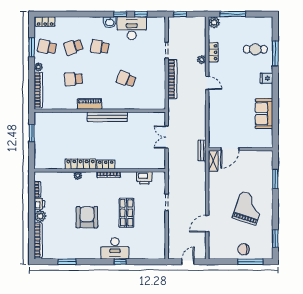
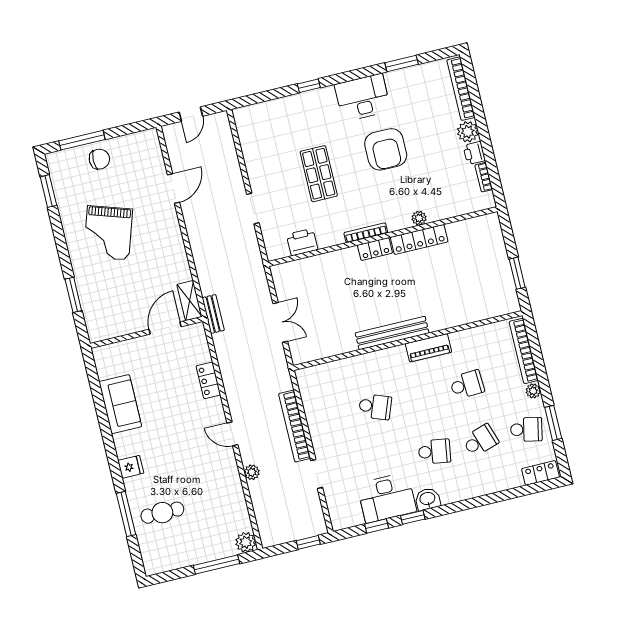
locker: (213, 52) -> (208, 380), moved
desk: (115, 248) -> (363, 98), moved

